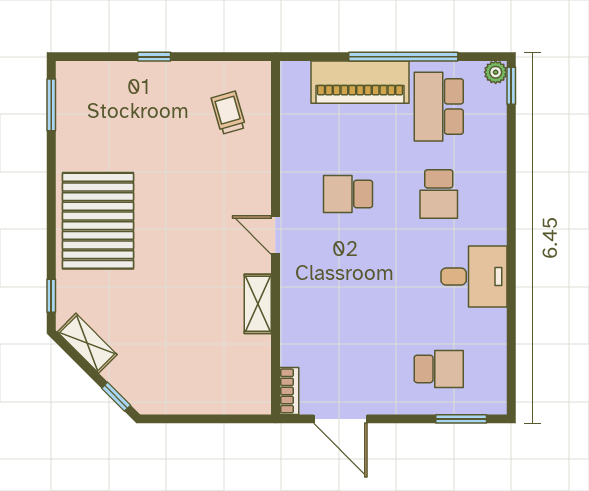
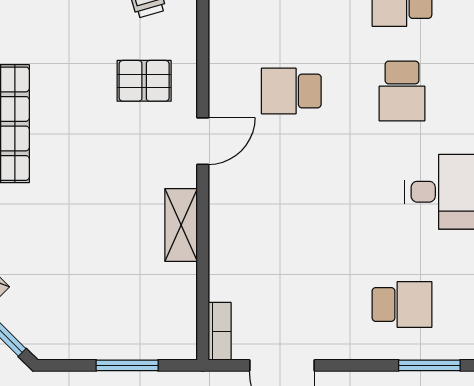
pallet: (227, 186) -> (144, 81), added
door: (275, 235) -> (203, 141), swing flipped
window: (214, 419) -> (127, 365), added

